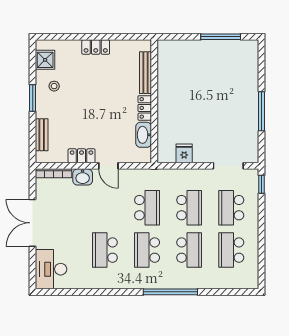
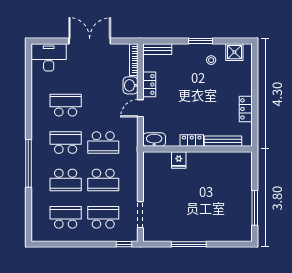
locker: (96, 47) -> (246, 109), moved
bench: (42, 135) -> (157, 49), moved
washbasin: (144, 135) -> (154, 140), moved
fridge: (184, 153) -> (179, 160), moved, turned 90

